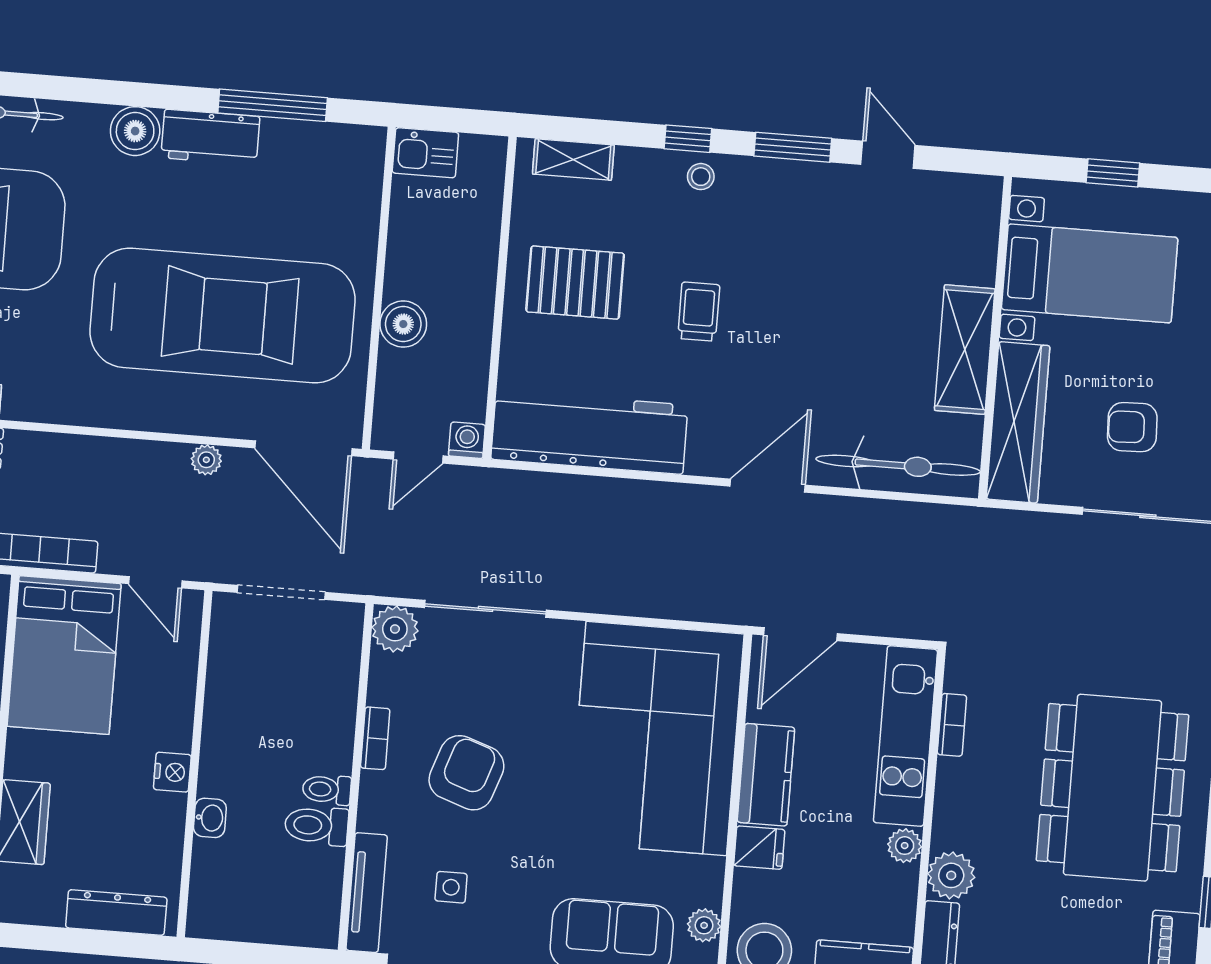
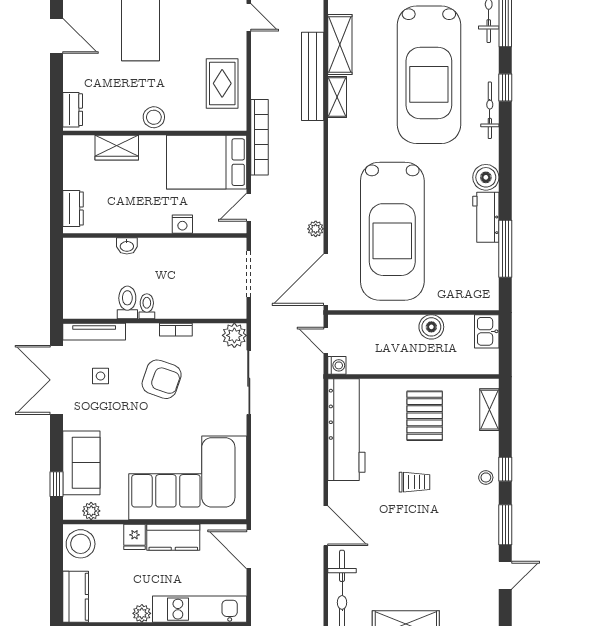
boiler: (403, 324) -> (431, 327), moved
nightstand: (172, 772) -> (182, 224), moved
dresser: (116, 913) -> (73, 209), width x0.70

